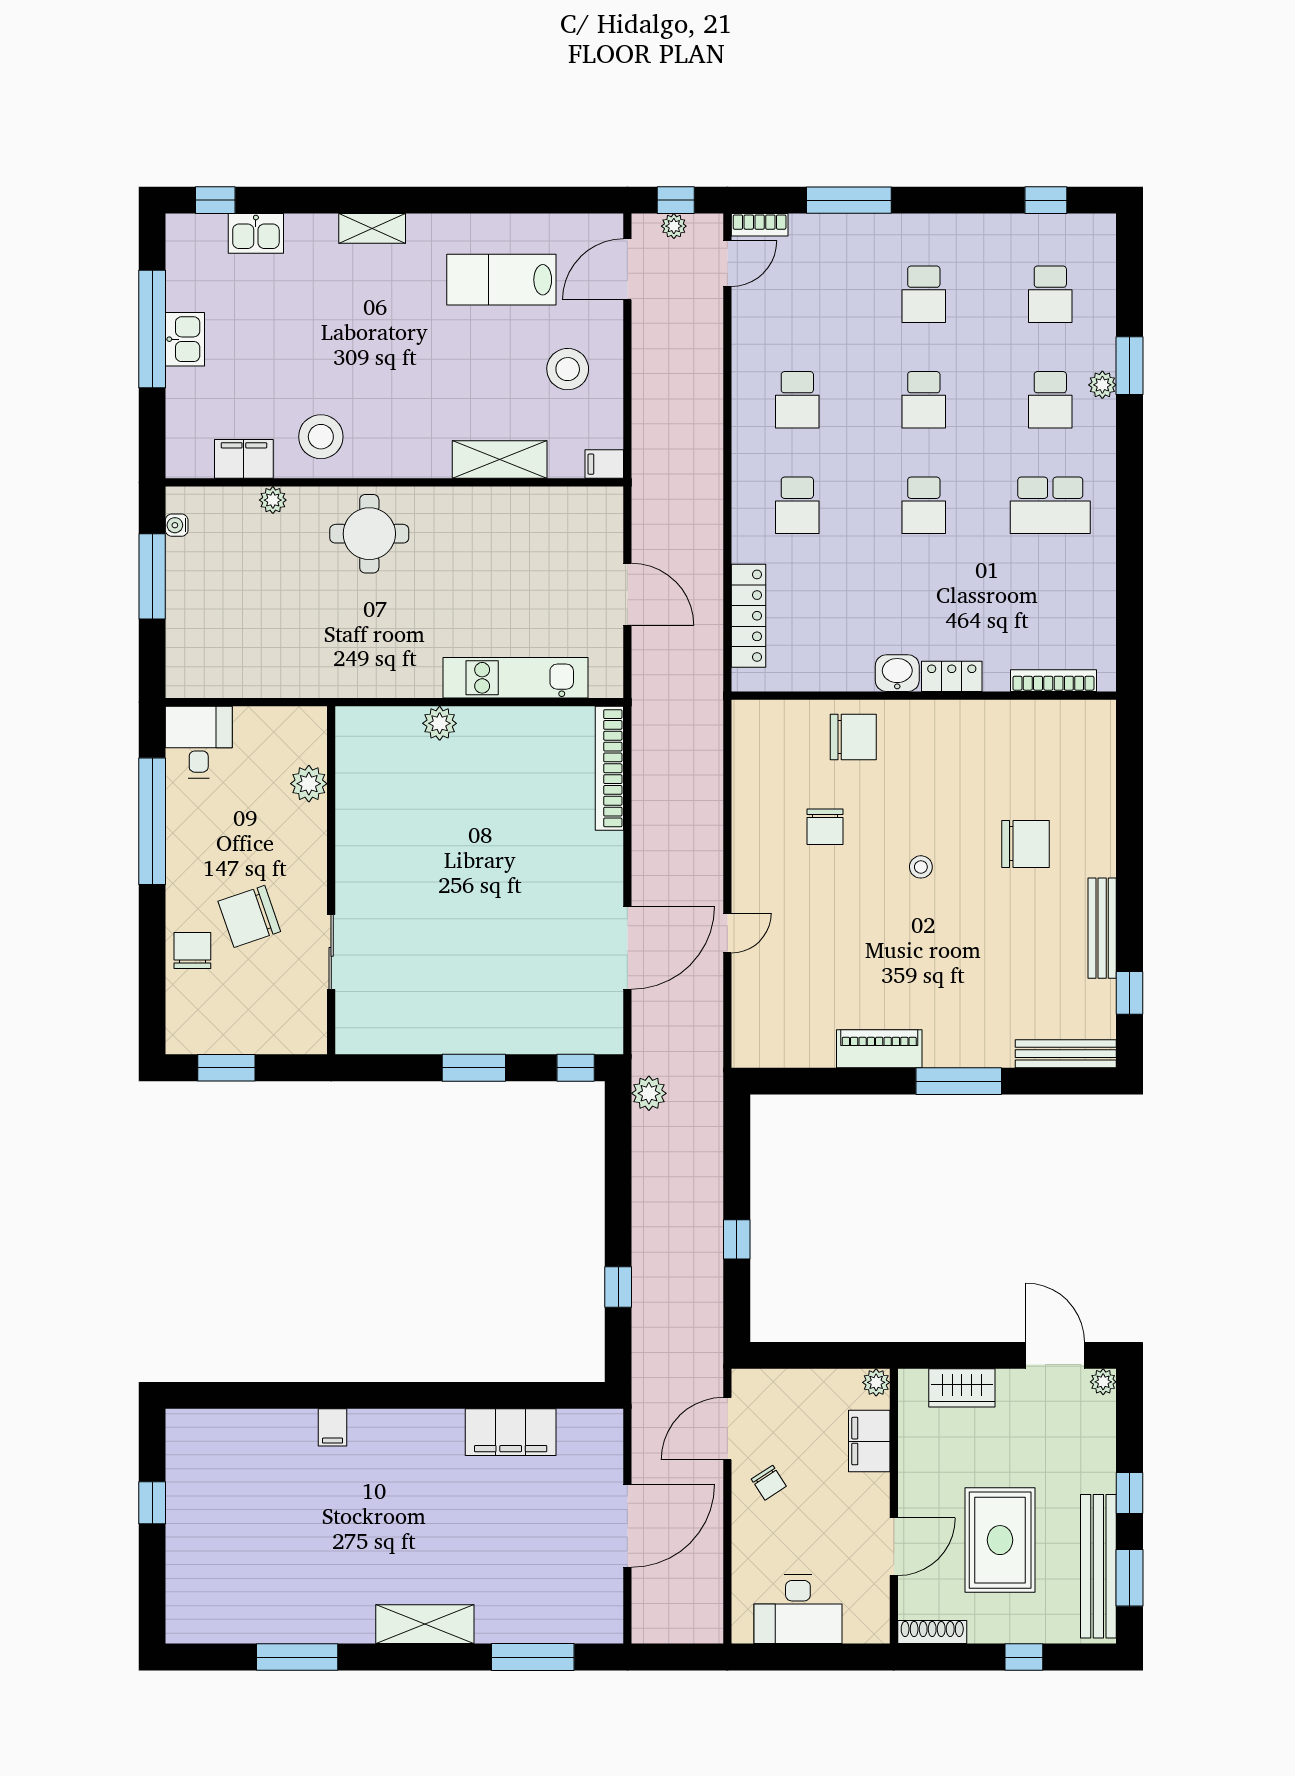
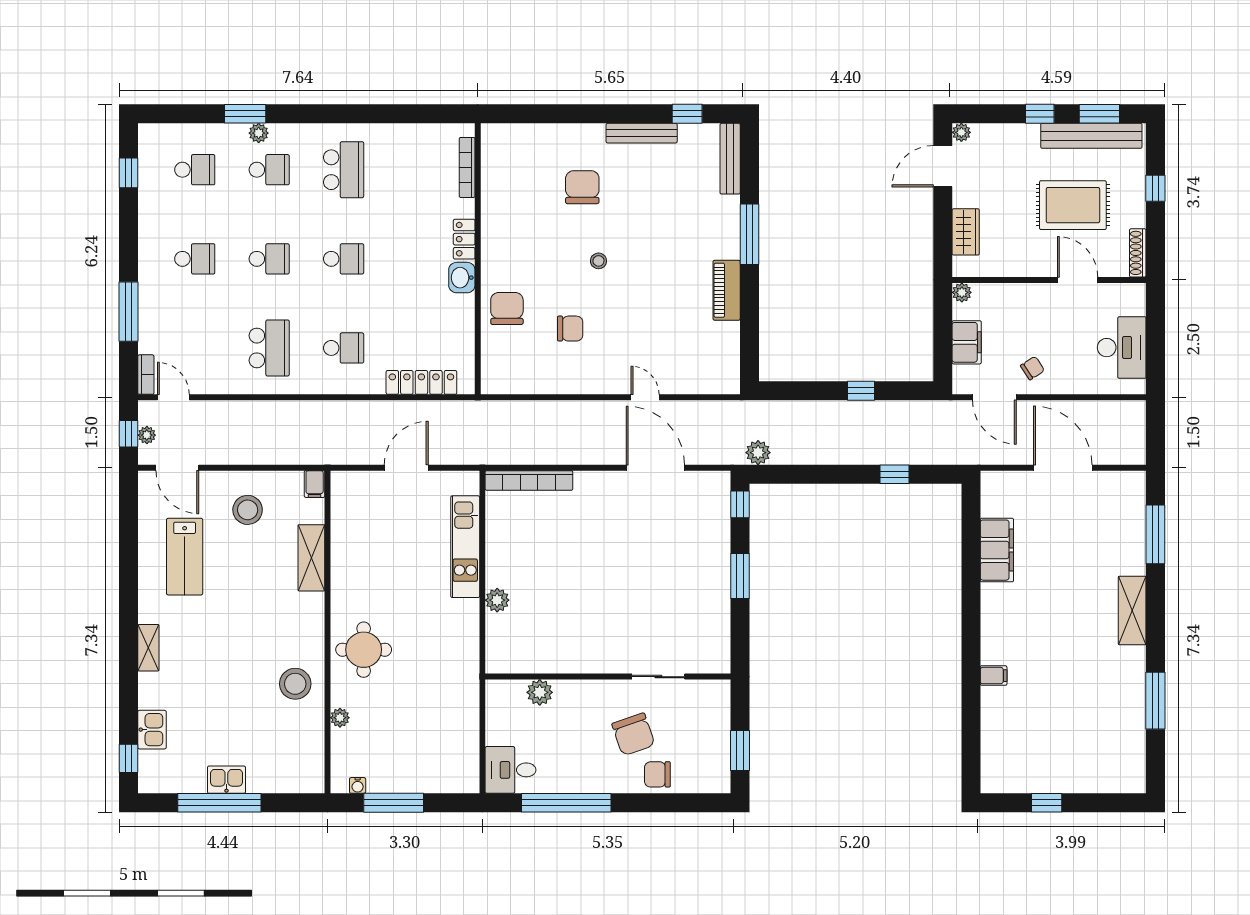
school desk: (797, 400) -> (269, 348), width x1.85
filing cabinet: (244, 459) -> (311, 738), removed
filing cabinet: (869, 1441) -> (967, 342), moved, turned -90

